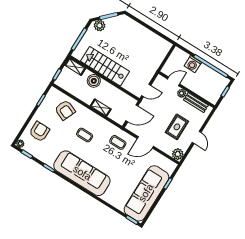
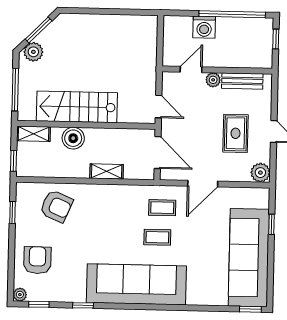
door: (146, 90) -> (159, 107), hinge flipped
door: (132, 113) -> (158, 153), hinge flipped
coffee table: (85, 135) -> (157, 237), moved

